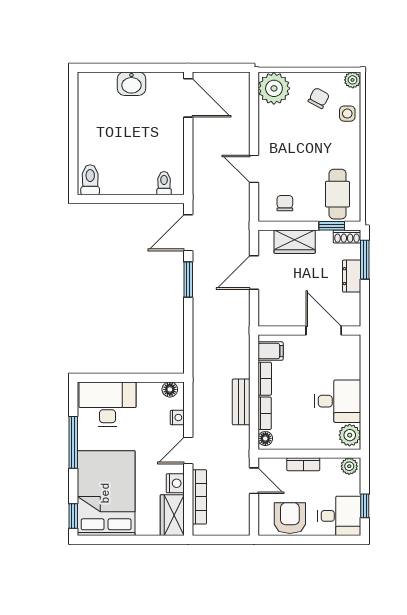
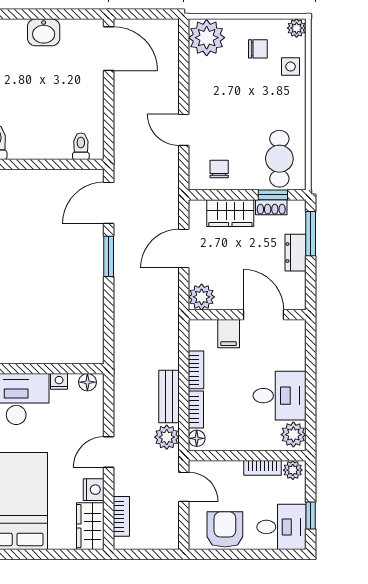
chair: (319, 98) -> (258, 49), turned 62
shoe rack: (347, 237) -> (271, 207), moved
plant: (269, 315) -> (202, 297), added
filing cabinet: (271, 351) -> (229, 334), moved, turned 90
nightstand: (177, 418) -> (59, 381), moved, turned -90
plant: (239, 437) -> (167, 437), added
bookcase: (303, 464) -> (263, 468), moved
bookcase: (199, 497) -> (121, 516), width x0.64

